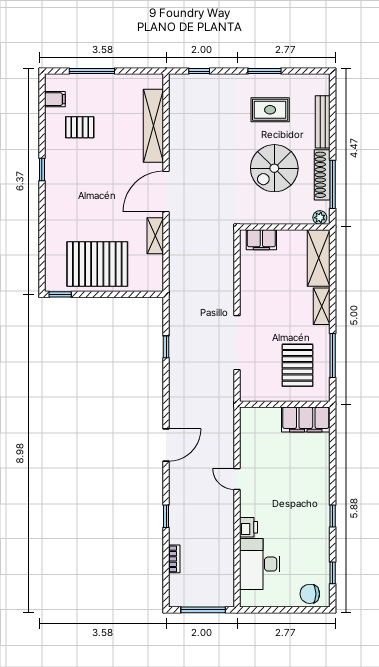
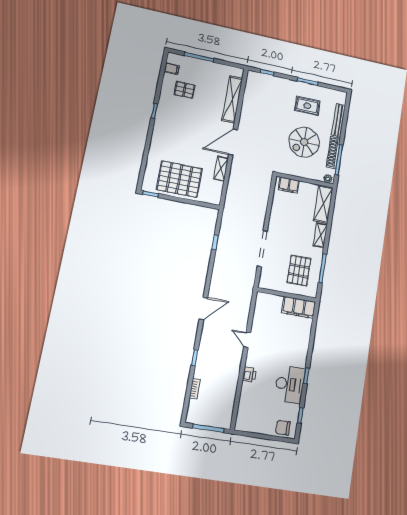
desk: (260, 564) -> (290, 384), moved, turned 180

